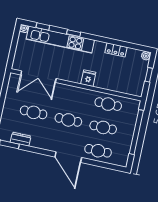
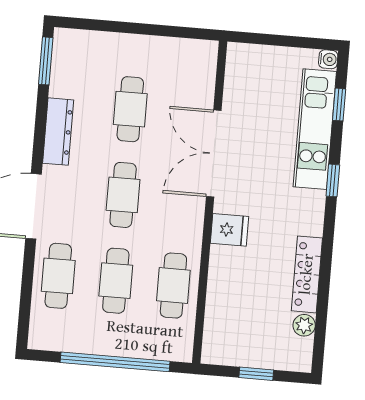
kitchen unit: (60, 40) -> (315, 129), width x0.73
locker: (116, 50) -> (307, 274), width x1.53
plant: (146, 56) -> (304, 325), moved
double door: (38, 77) -> (214, 153), moved
dresser: (21, 139) -> (58, 132), moved, width x1.44

